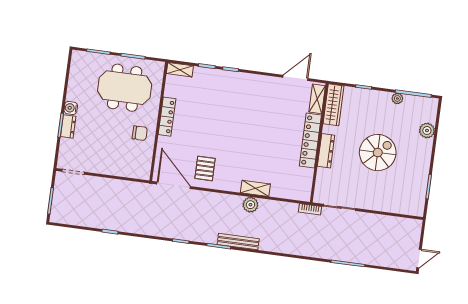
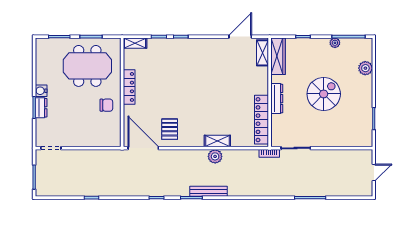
locker: (310, 141) -> (261, 120), moved
door: (419, 258) -> (374, 173), moved

